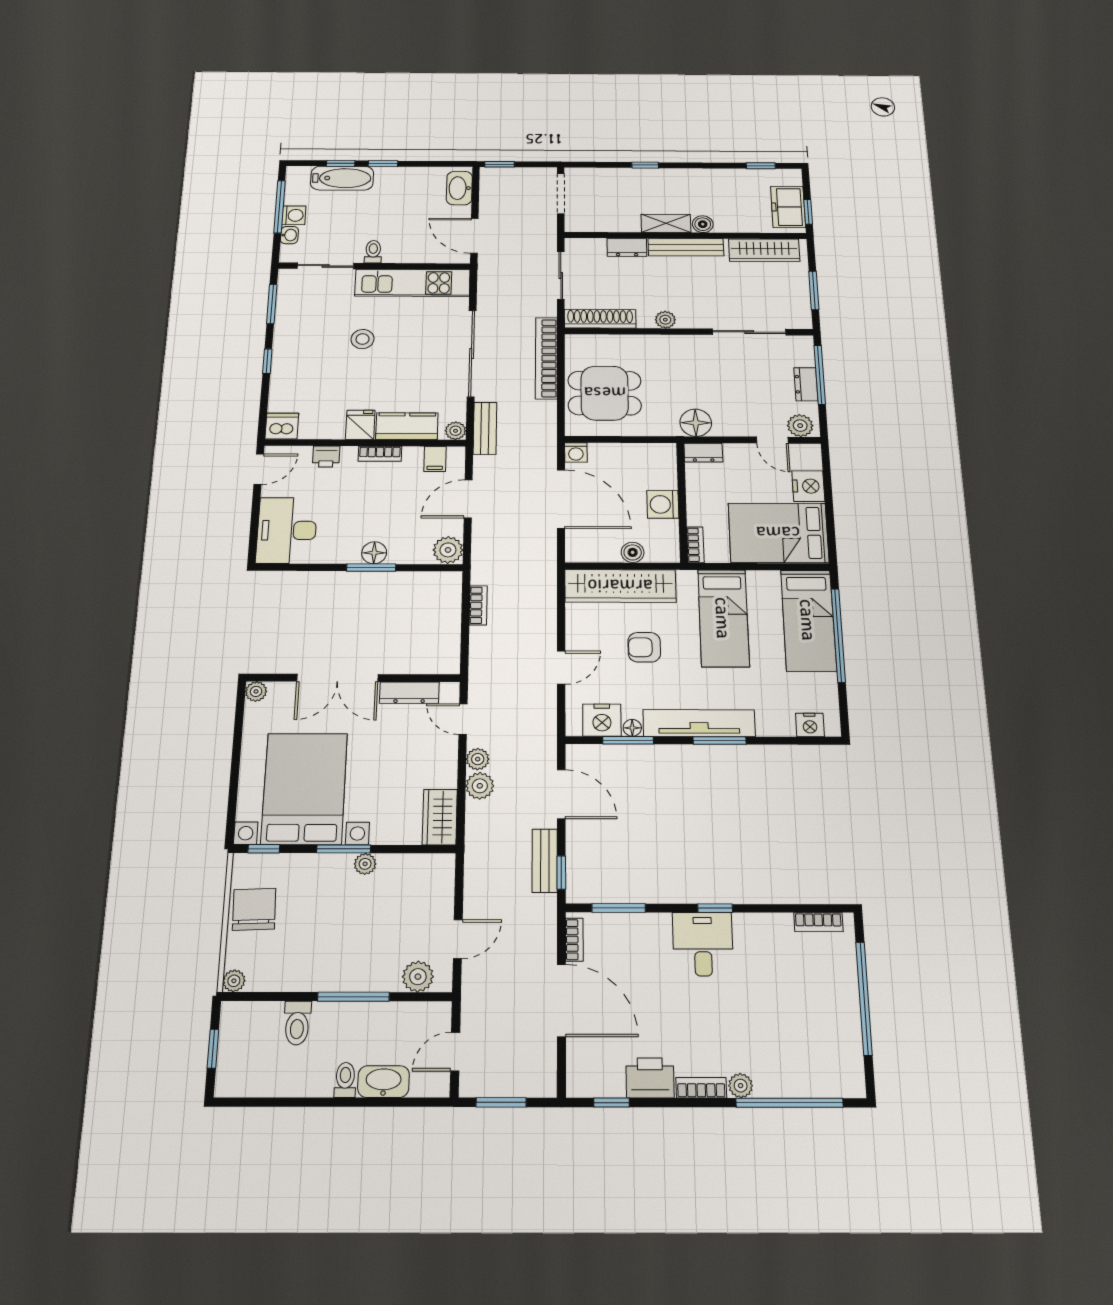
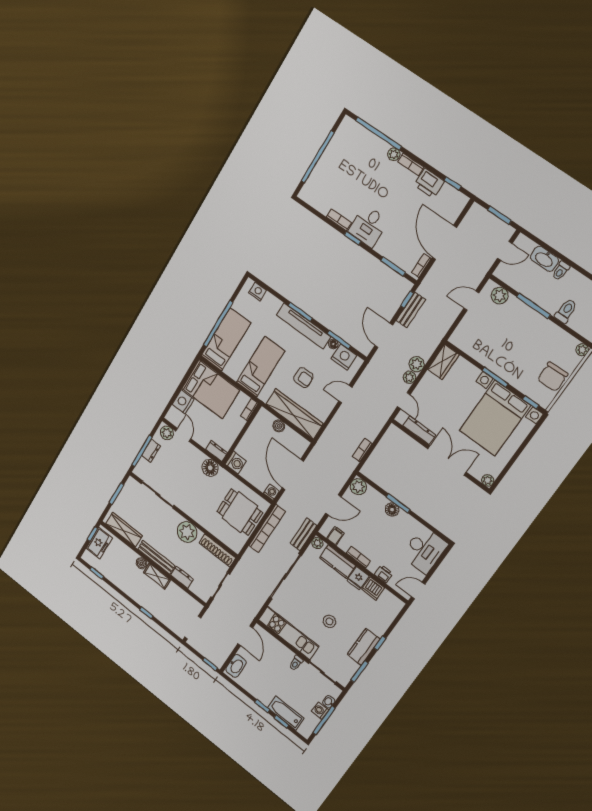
plant: (665, 320) -> (187, 532), width x1.87, depth x1.87
kitchen counter: (288, 340) -> (364, 647), added
bookcase: (546, 358) -> (267, 529), moved
dishwasher: (282, 426) -> (373, 588), moved
washing machine: (663, 504) -> (236, 463), moved
plant: (365, 864) -> (490, 363), removed
bookcase: (818, 922) -> (339, 220), moved

